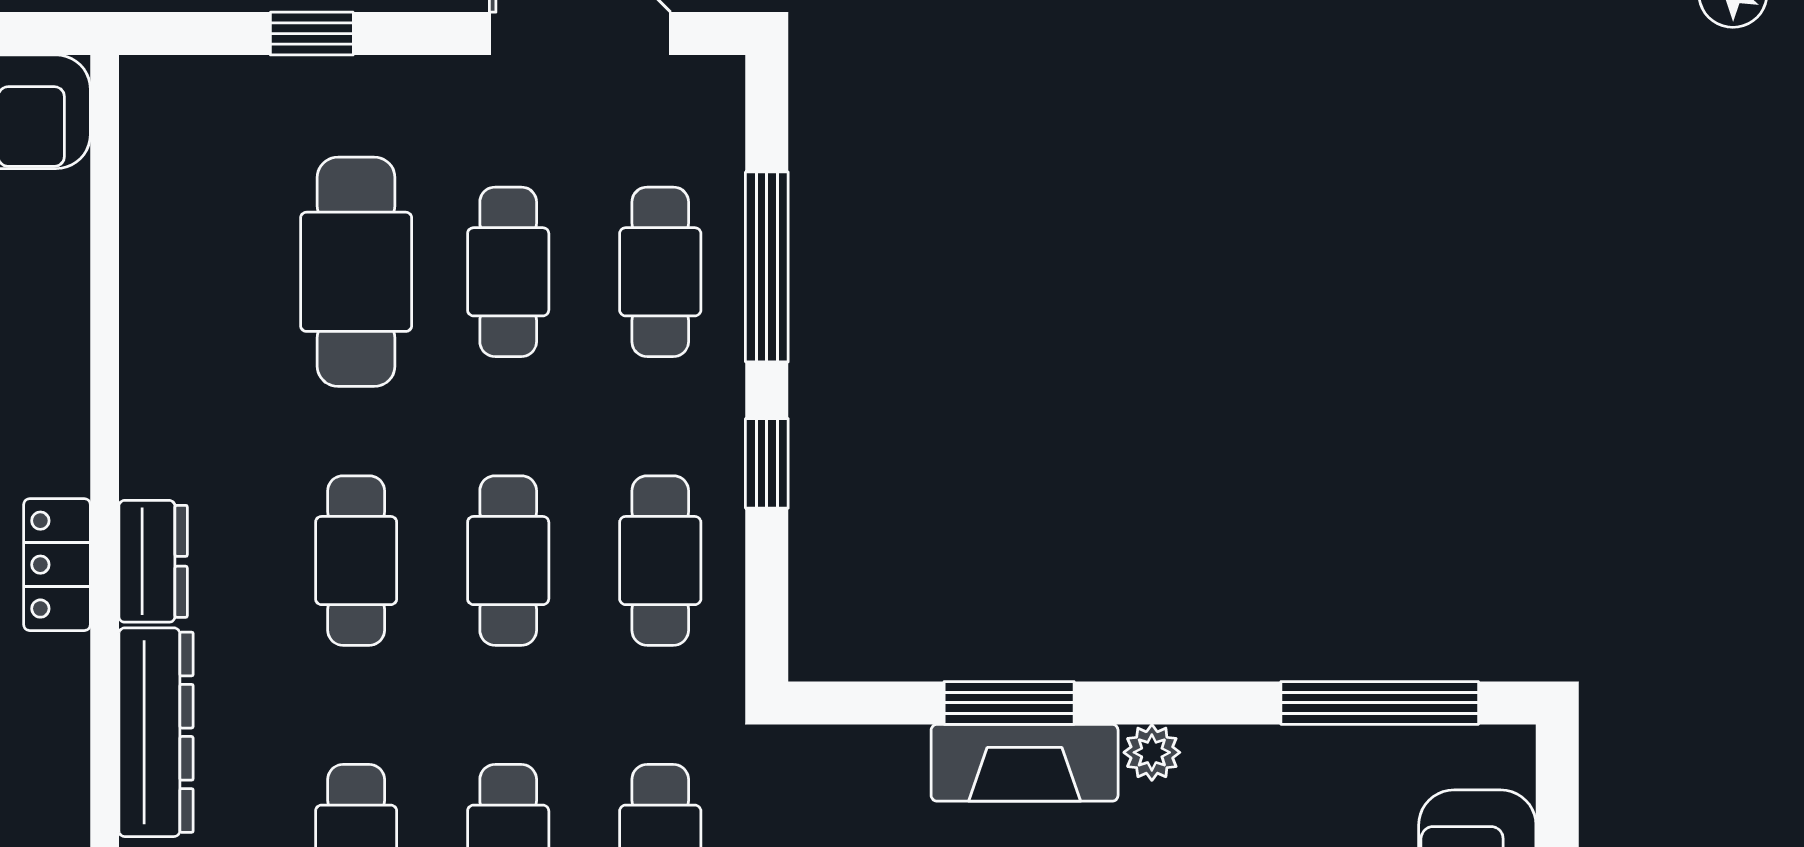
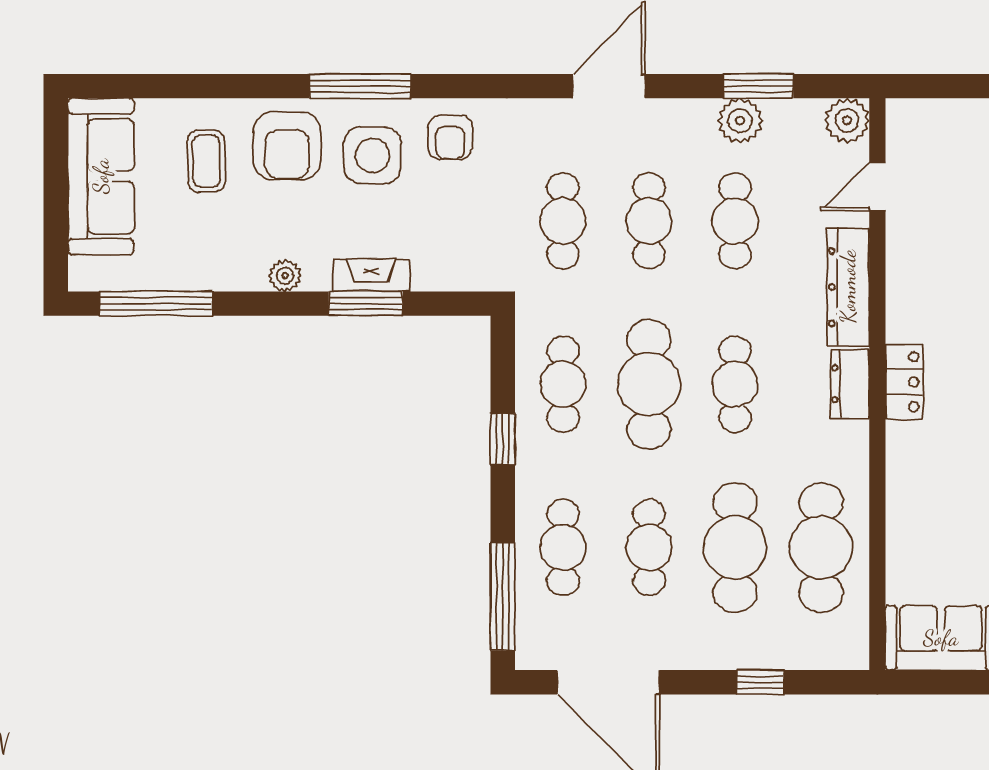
window: (767, 267) -> (503, 597), moved
cafe table: (204, 272) -> (821, 547), added
cafe table: (508, 561) -> (649, 384), width x1.37, depth x1.35
fireplace: (1025, 763) -> (371, 275), width x0.73, depth x0.76

